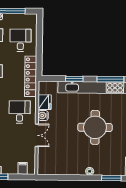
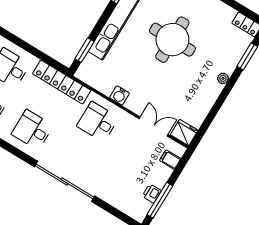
window: (74, 79) -> (84, 50), moved
fridge: (45, 102) -> (184, 133), moved
double door: (37, 135) -> (154, 126), moved

